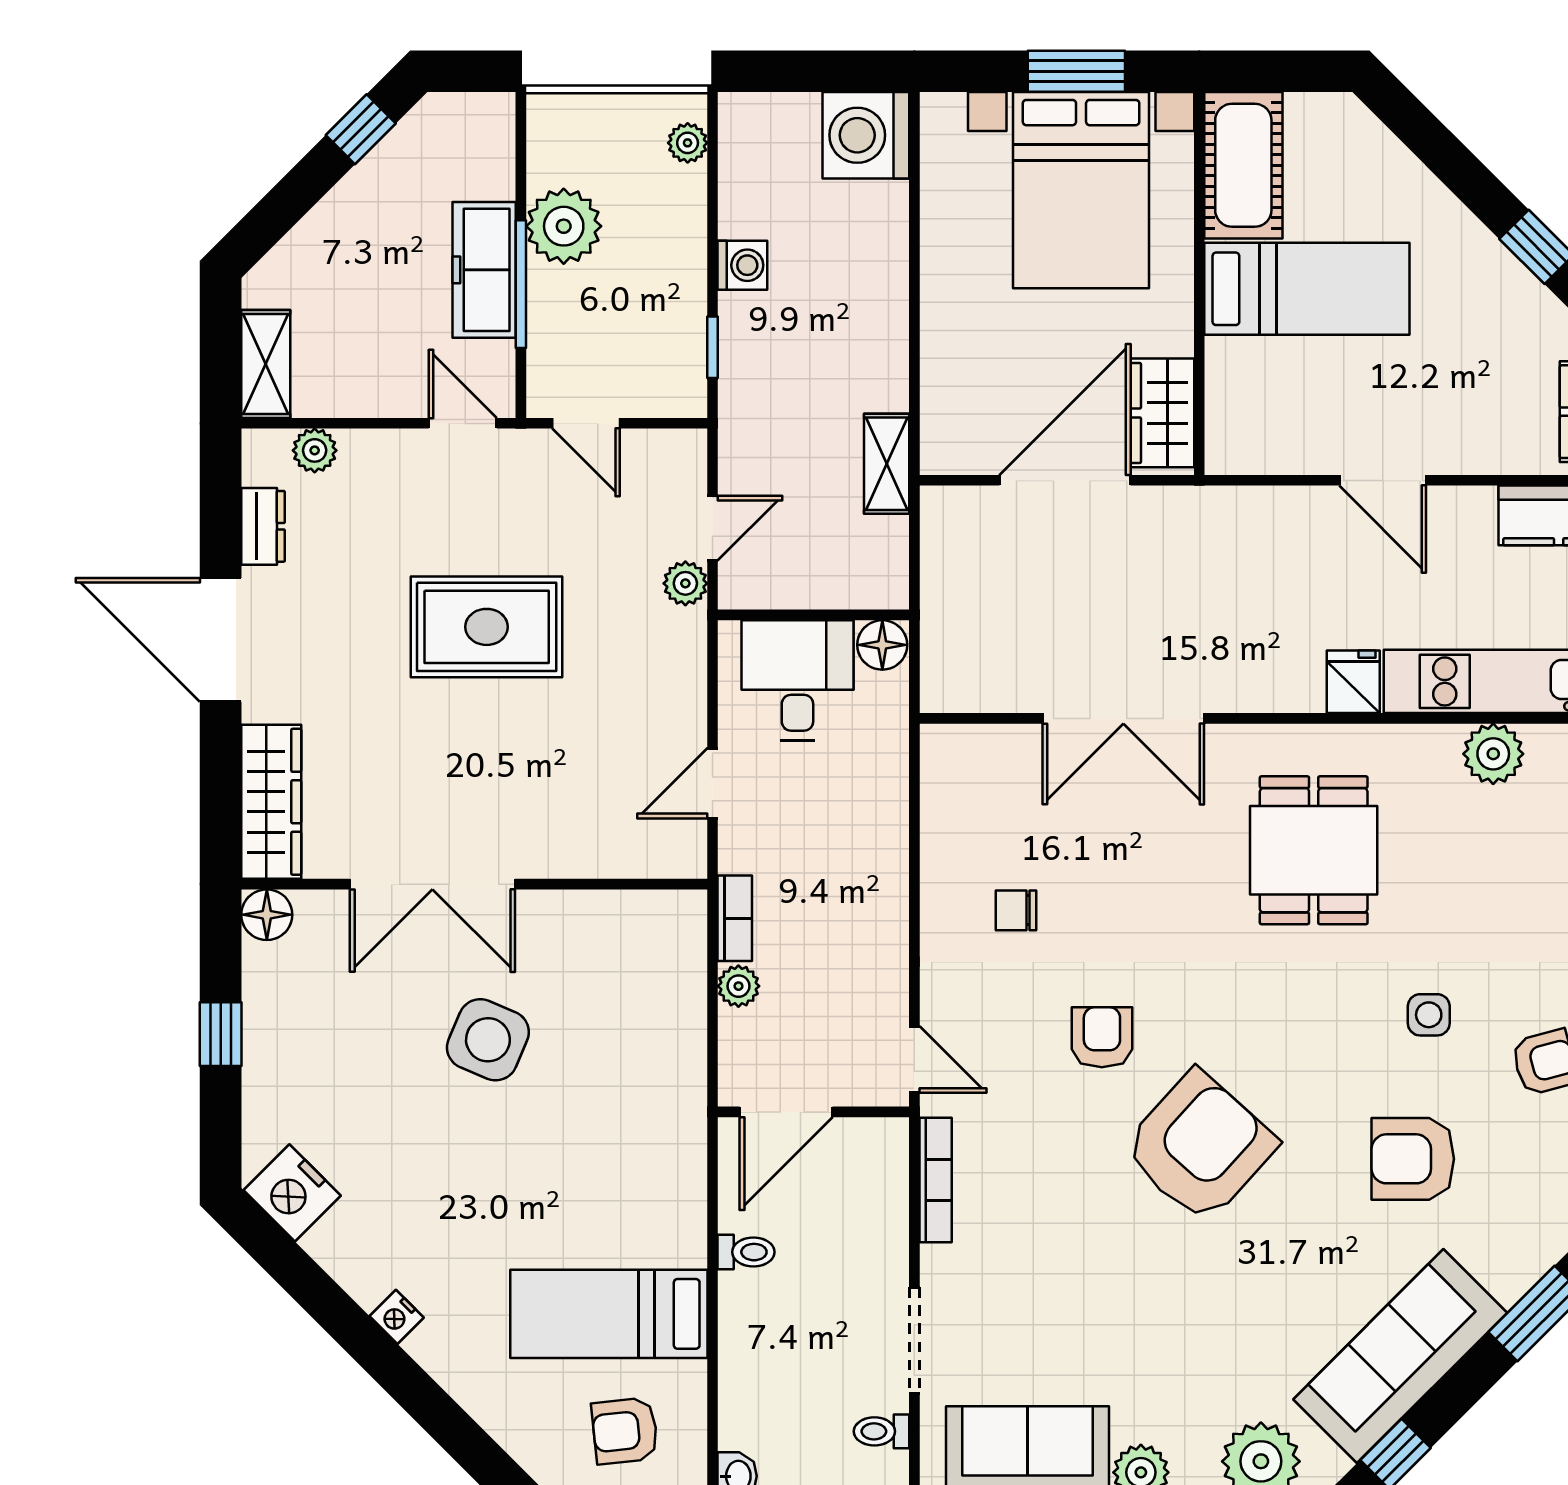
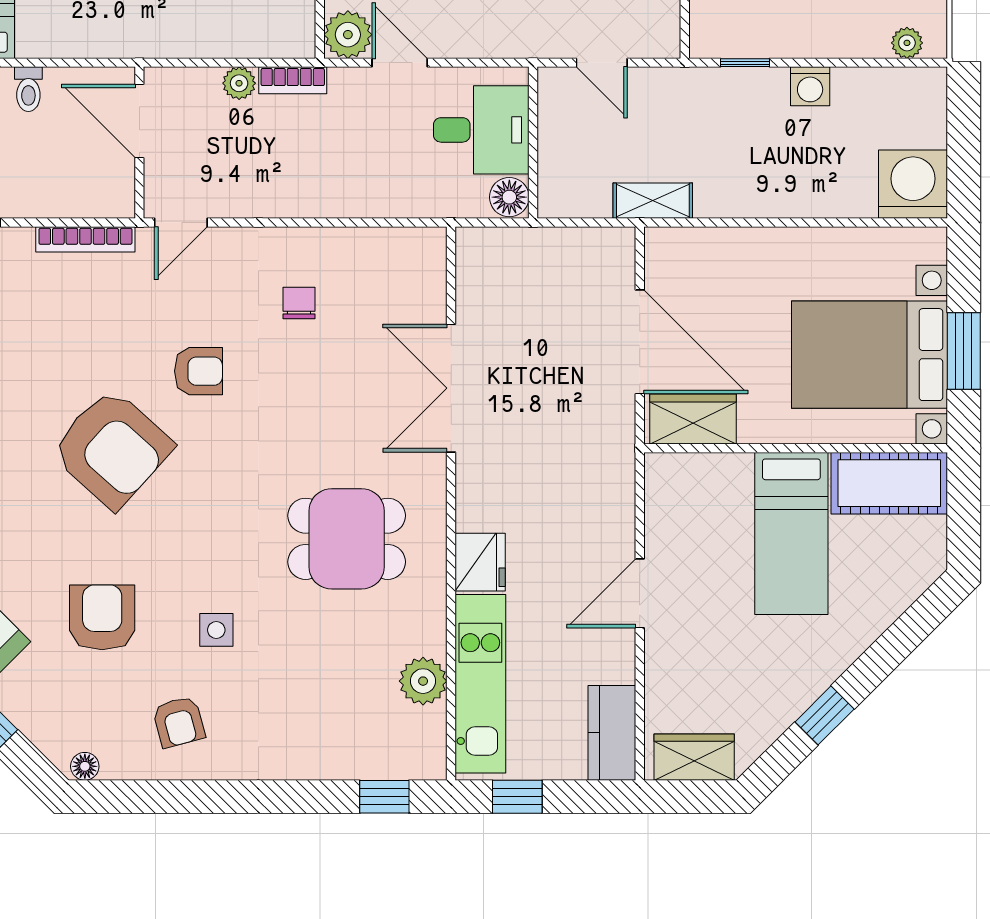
plant: (685, 583) -> (348, 35), moved, width x1.38, depth x1.38
fridge: (1353, 682) -> (480, 562), width x1.38

